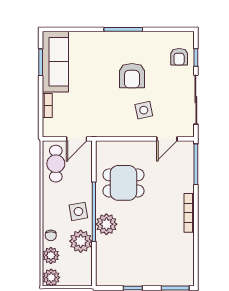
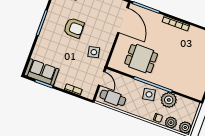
sofa: (55, 62) -> (42, 72), width x0.73
side table: (144, 110) -> (94, 52), moved
door: (167, 139) -> (123, 20), width x1.88
dining table: (123, 183) -> (141, 59), turned 90
plant: (106, 224) -> (164, 79), removed

